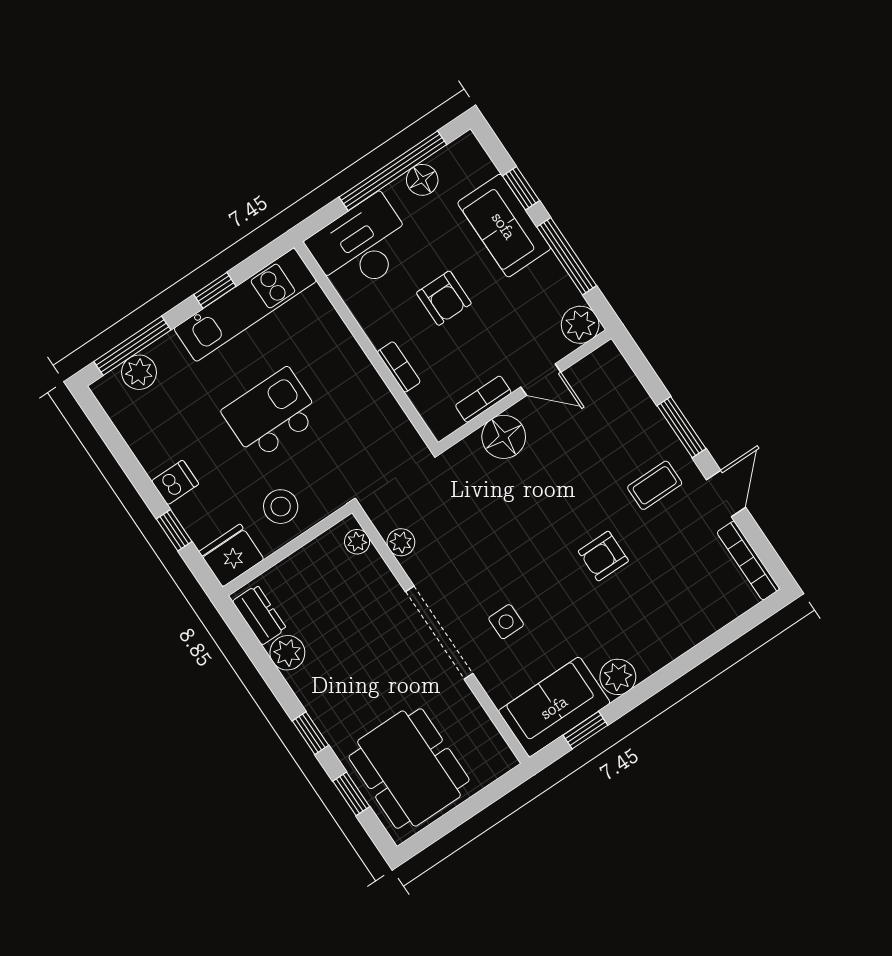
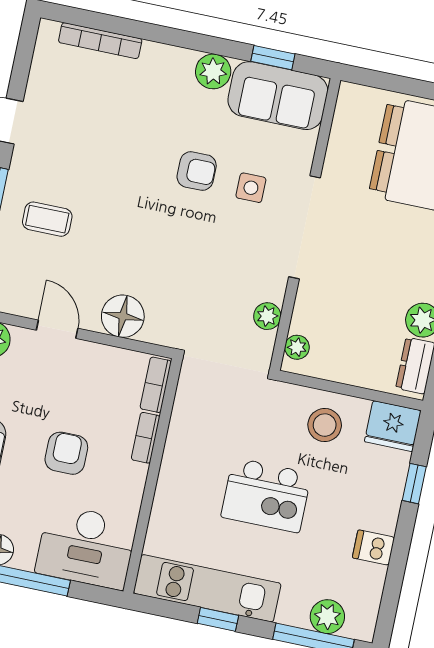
bookcase: (483, 399) -> (156, 385), moved, turned 90
dishwasher: (175, 483) -> (374, 548), moved
coffee table: (655, 485) -> (47, 219), moved
armchair: (603, 556) -> (197, 171), moved
bookcase: (748, 561) -> (100, 41), moved, turned 90

